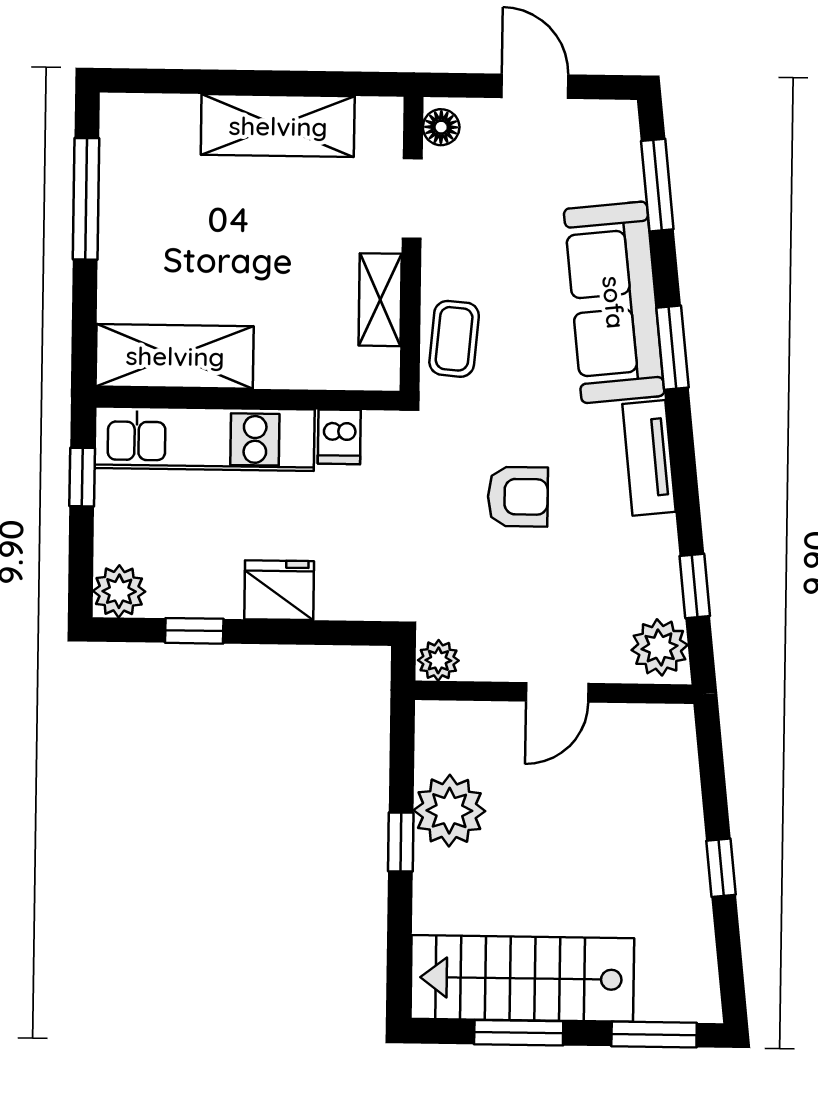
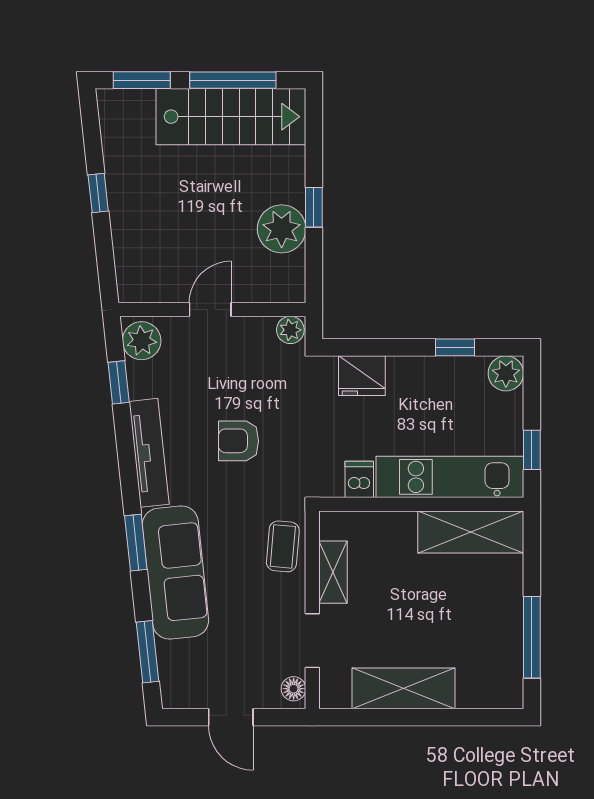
tv unit: (649, 458) -> (149, 453), width x1.41
fridge: (279, 590) -> (362, 376), moved
window: (519, 1033) -> (233, 80), width x1.44

